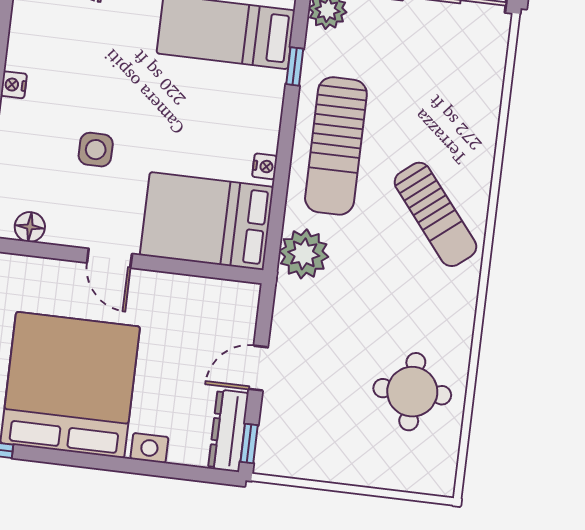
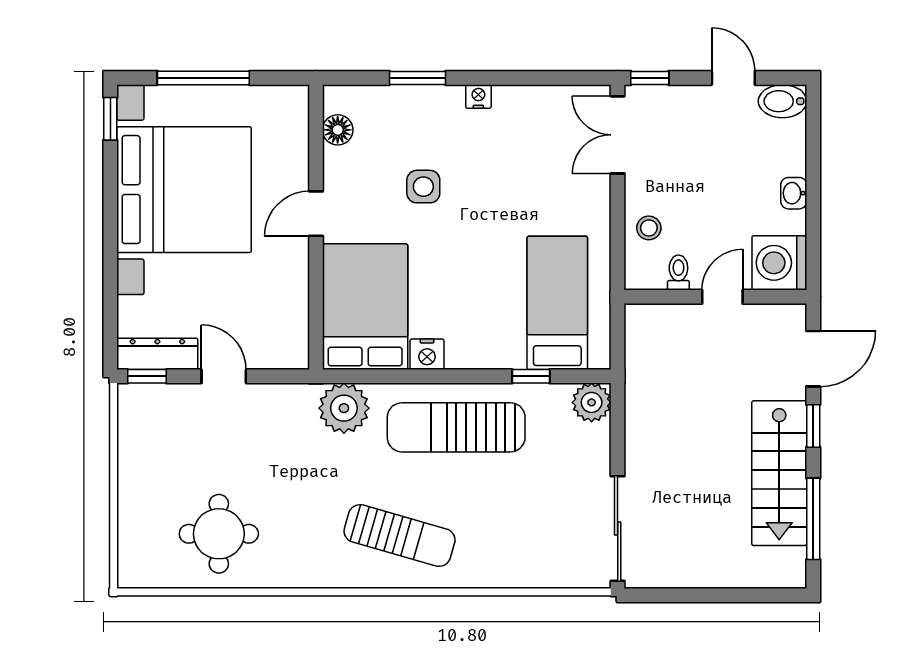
nightstand: (265, 166) -> (427, 354), width x1.39, depth x1.35
sun lounger: (435, 214) -> (400, 536), turned -125

